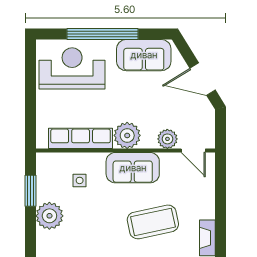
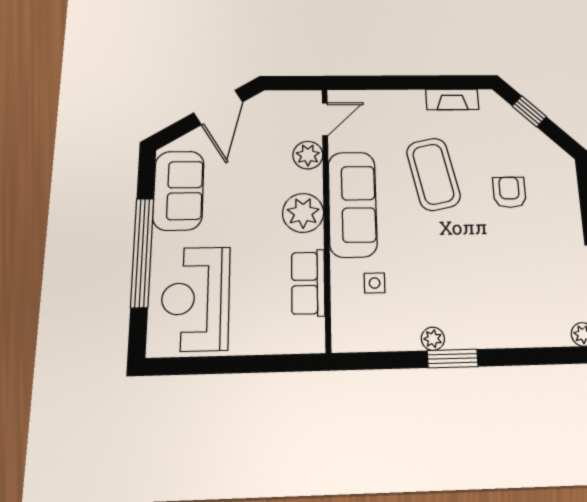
row of seats: (81, 138) -> (308, 283), width x0.68
sofa: (133, 168) -> (352, 204), width x1.36
window: (31, 191) -> (453, 359), moved
plant: (49, 216) -> (433, 339), width x0.53, depth x0.53

